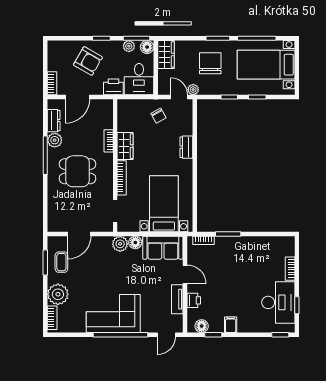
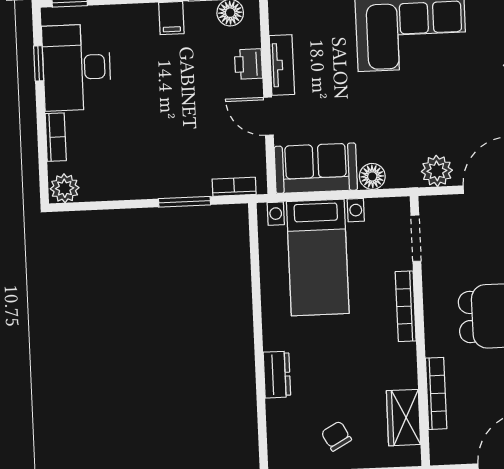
bookcase: (109, 141) -> (436, 393), width x1.56
wardrobe: (125, 146) -> (403, 418), moved
plant: (287, 243) -> (65, 188), added
plant: (120, 244) -> (437, 171), moved

